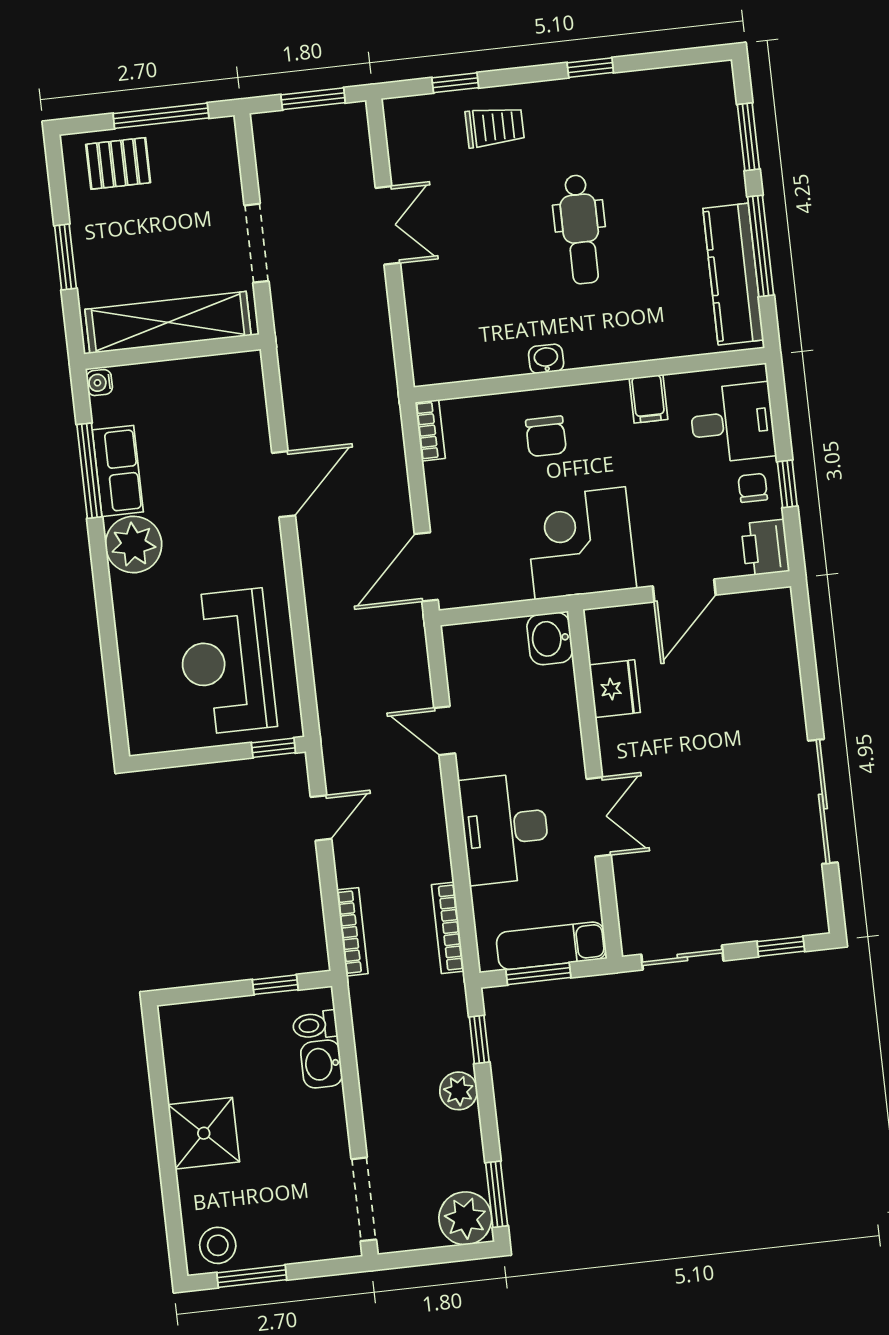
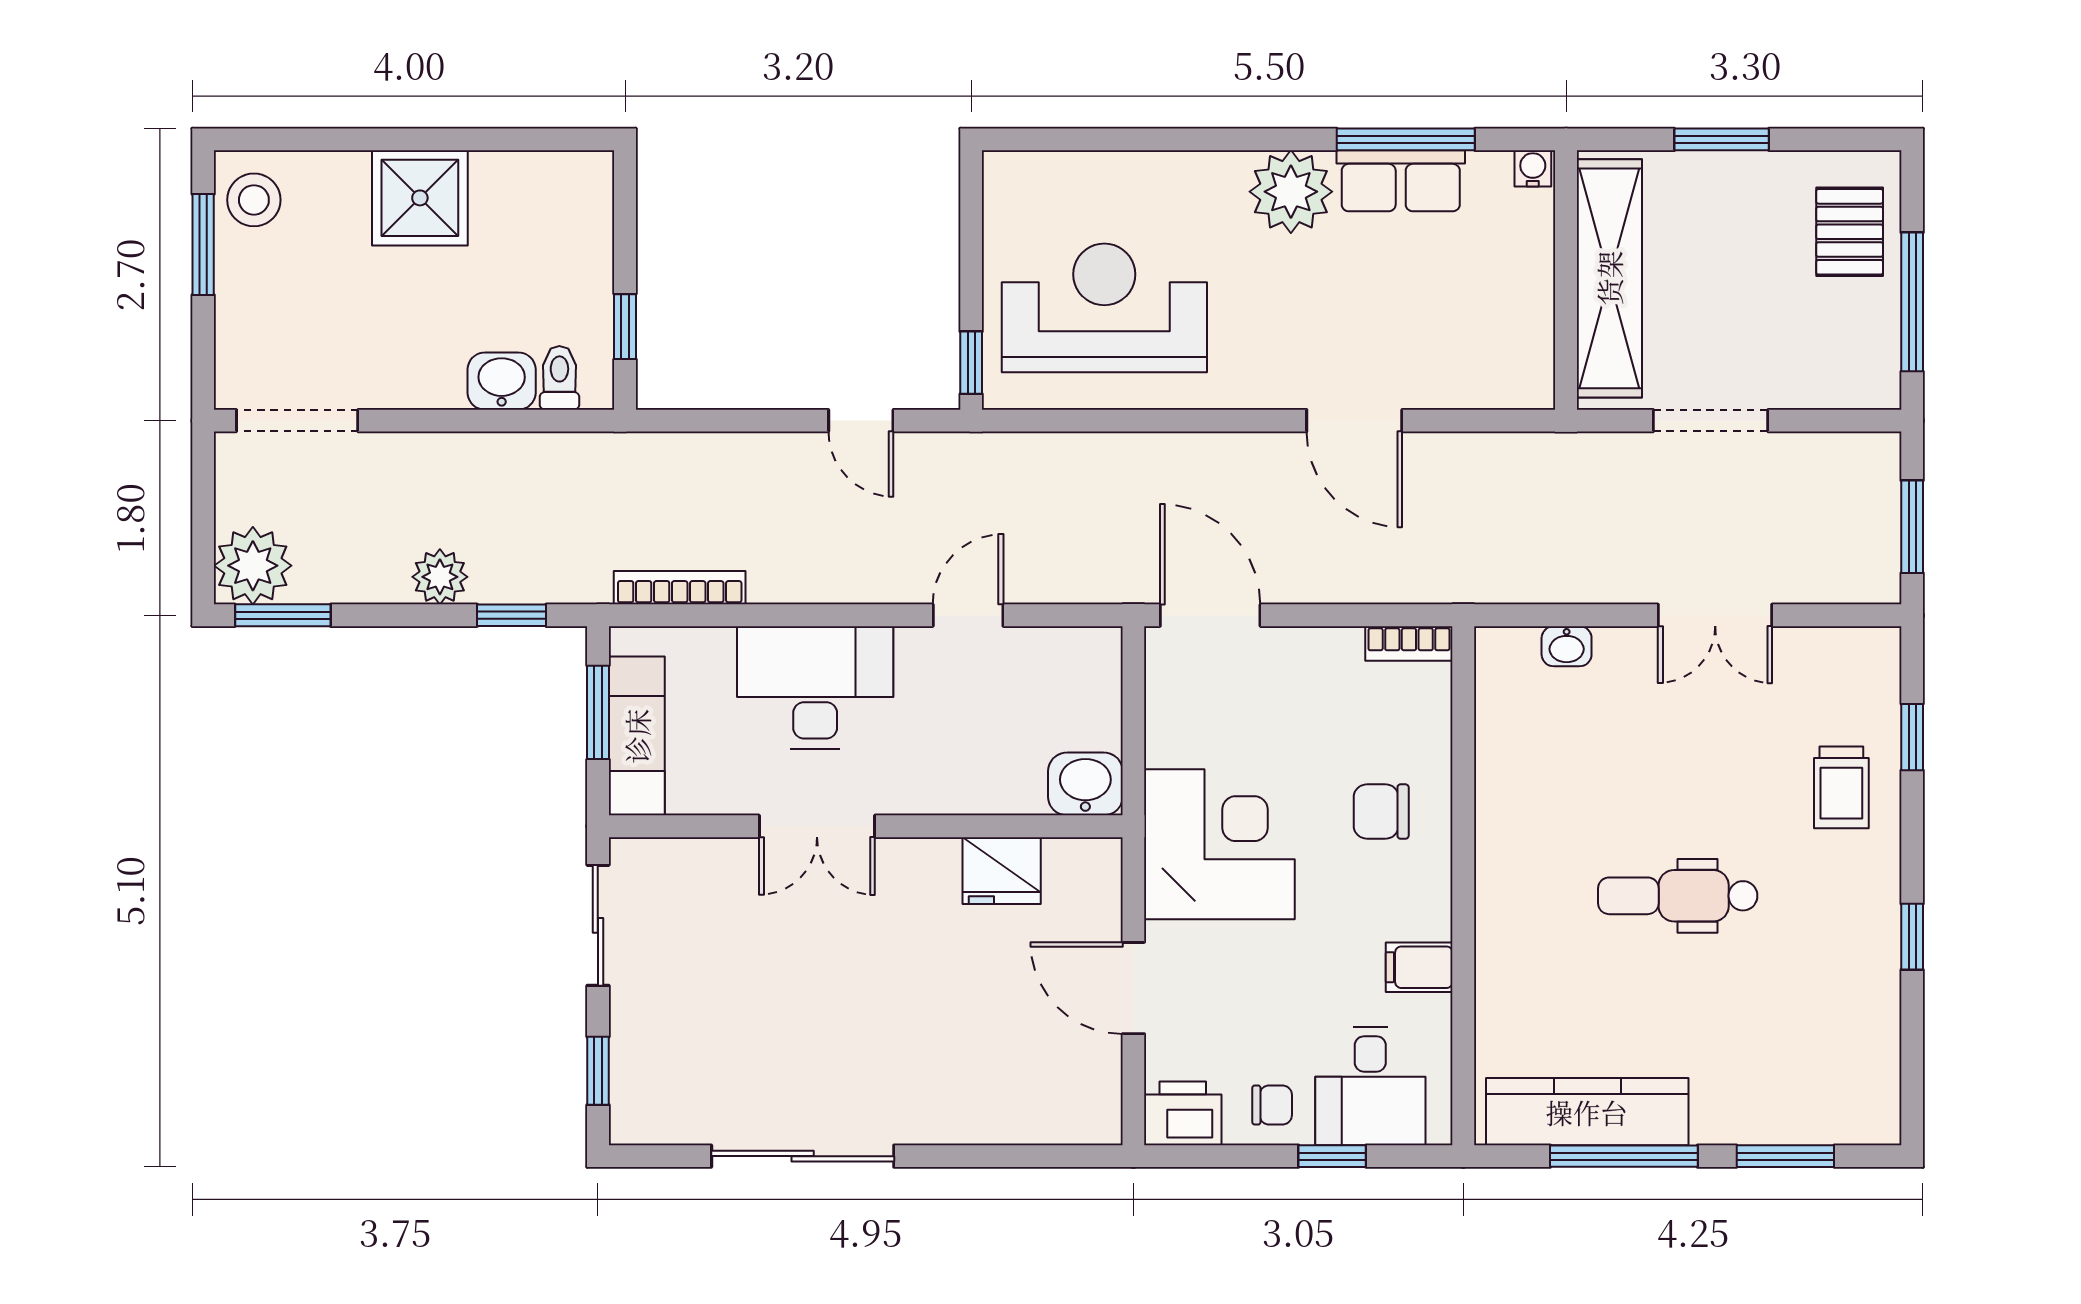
washbasin: (546, 359) -> (1567, 646), moved, turned 90
window: (787, 484) -> (1332, 1156), moved
bookcase: (352, 932) -> (690, 448), removed

